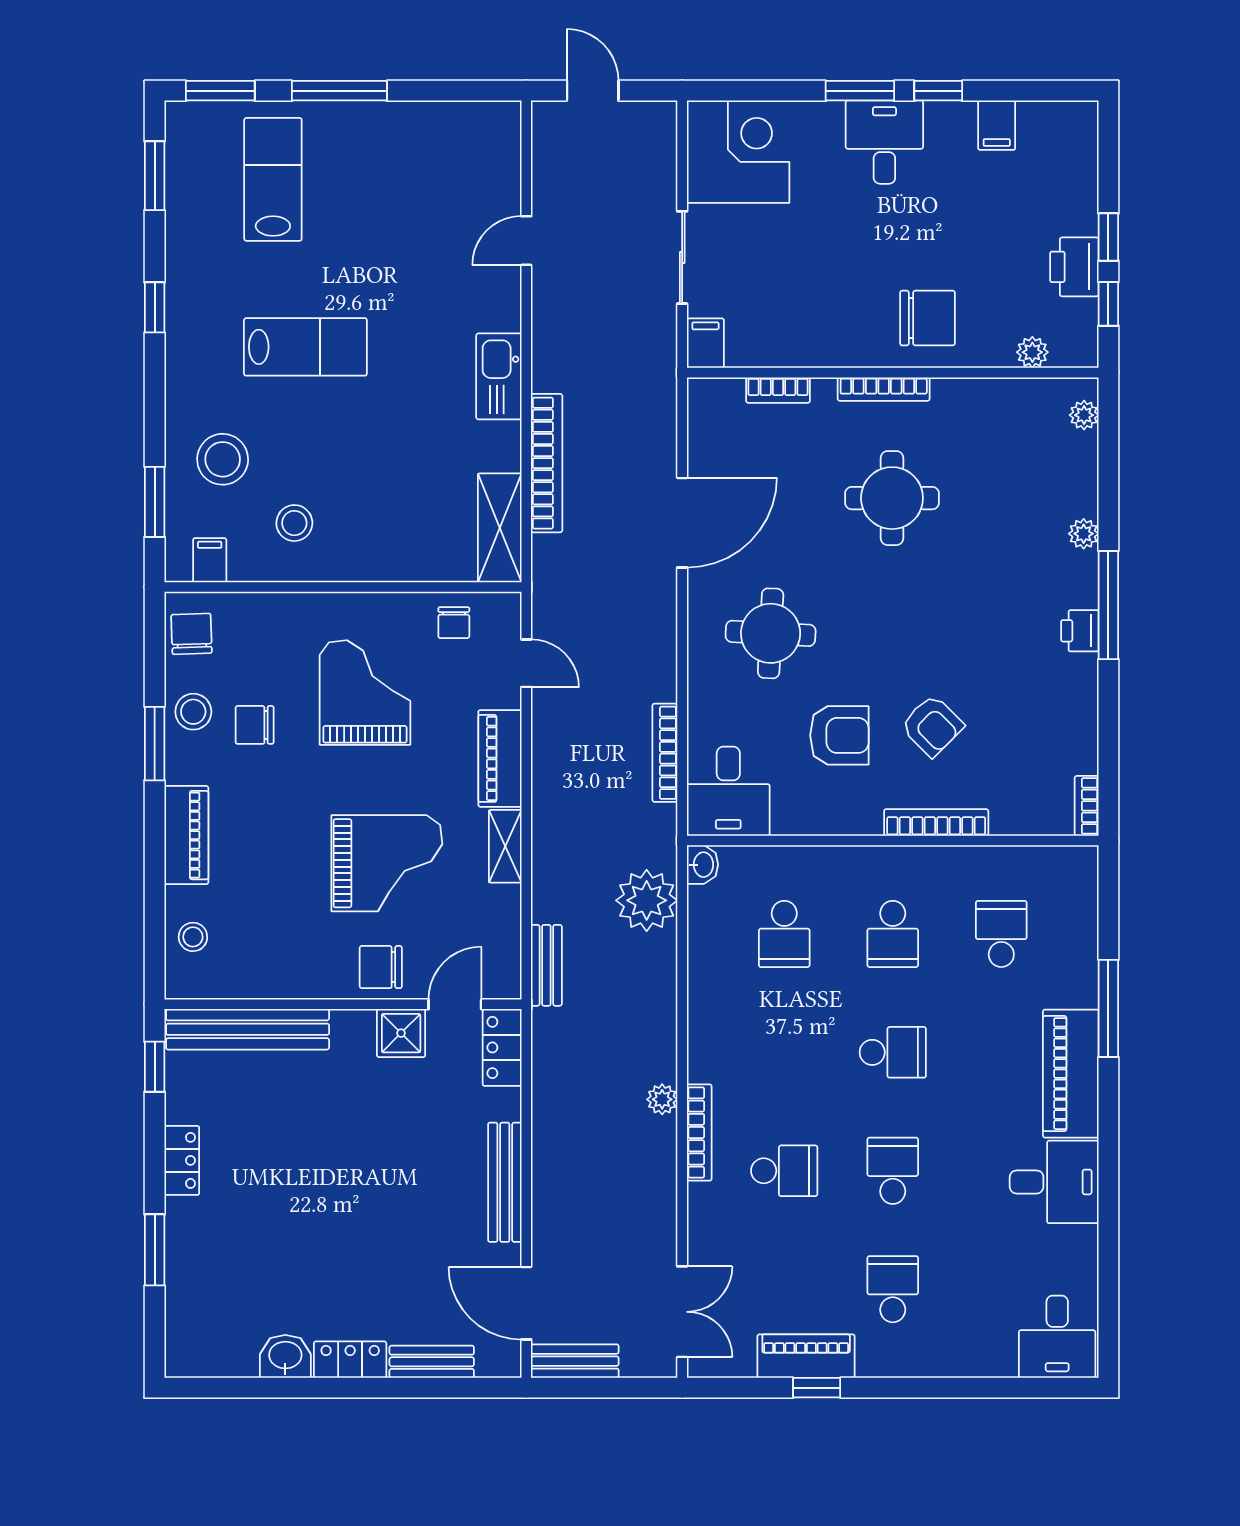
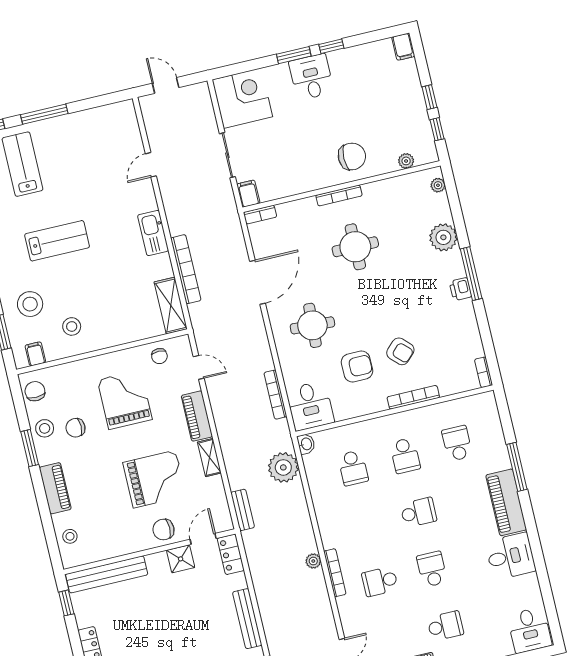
filing cabinet: (997, 125) -> (403, 47), moved
printer: (1074, 267) -> (417, 115), removed
bookcase: (778, 390) -> (260, 215), moved
plant: (1084, 534) -> (443, 237), width x1.87, depth x1.87
school desk: (784, 1171) -> (380, 581), turned 180
school desk: (893, 1289) -> (445, 626), turned 90

